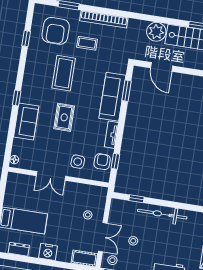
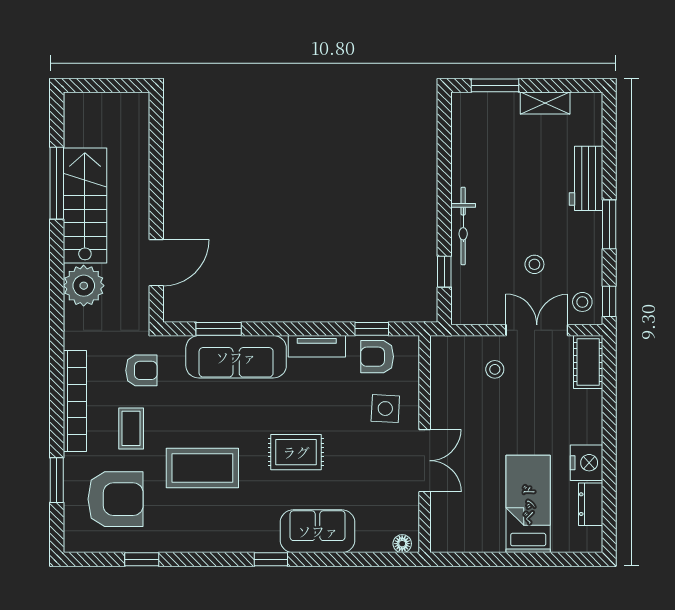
armchair: (113, 52) -> (141, 370), added
bicycle: (162, 214) -> (463, 226), width x0.73, depth x0.71
nightstand: (48, 252) -> (587, 463), moved

